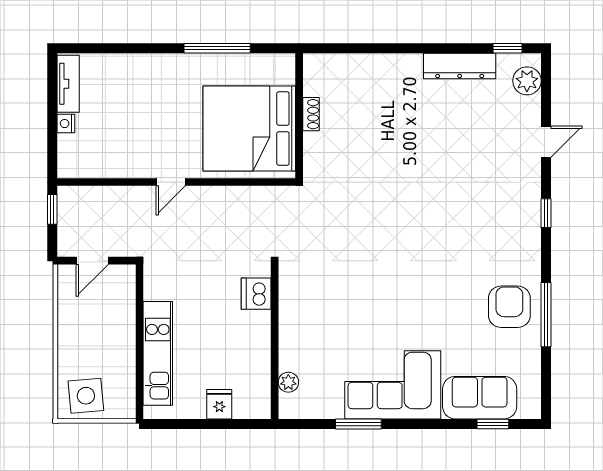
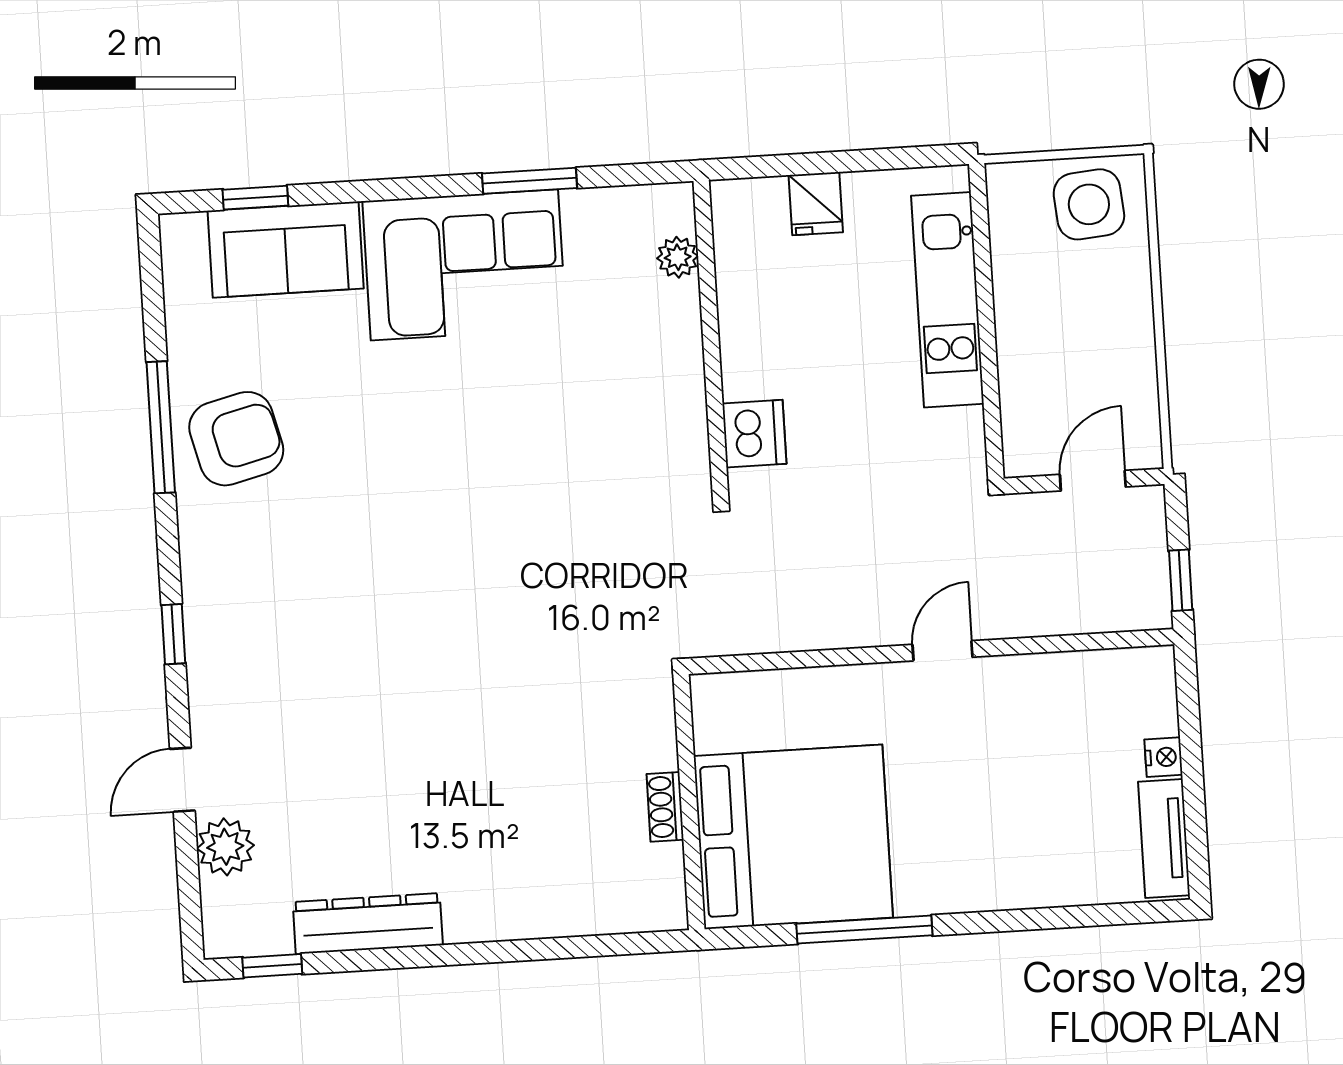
plant: (527, 81) -> (225, 847), moved
bed: (249, 129) -> (793, 837), moved
armchair: (509, 307) -> (236, 439), turned -104

